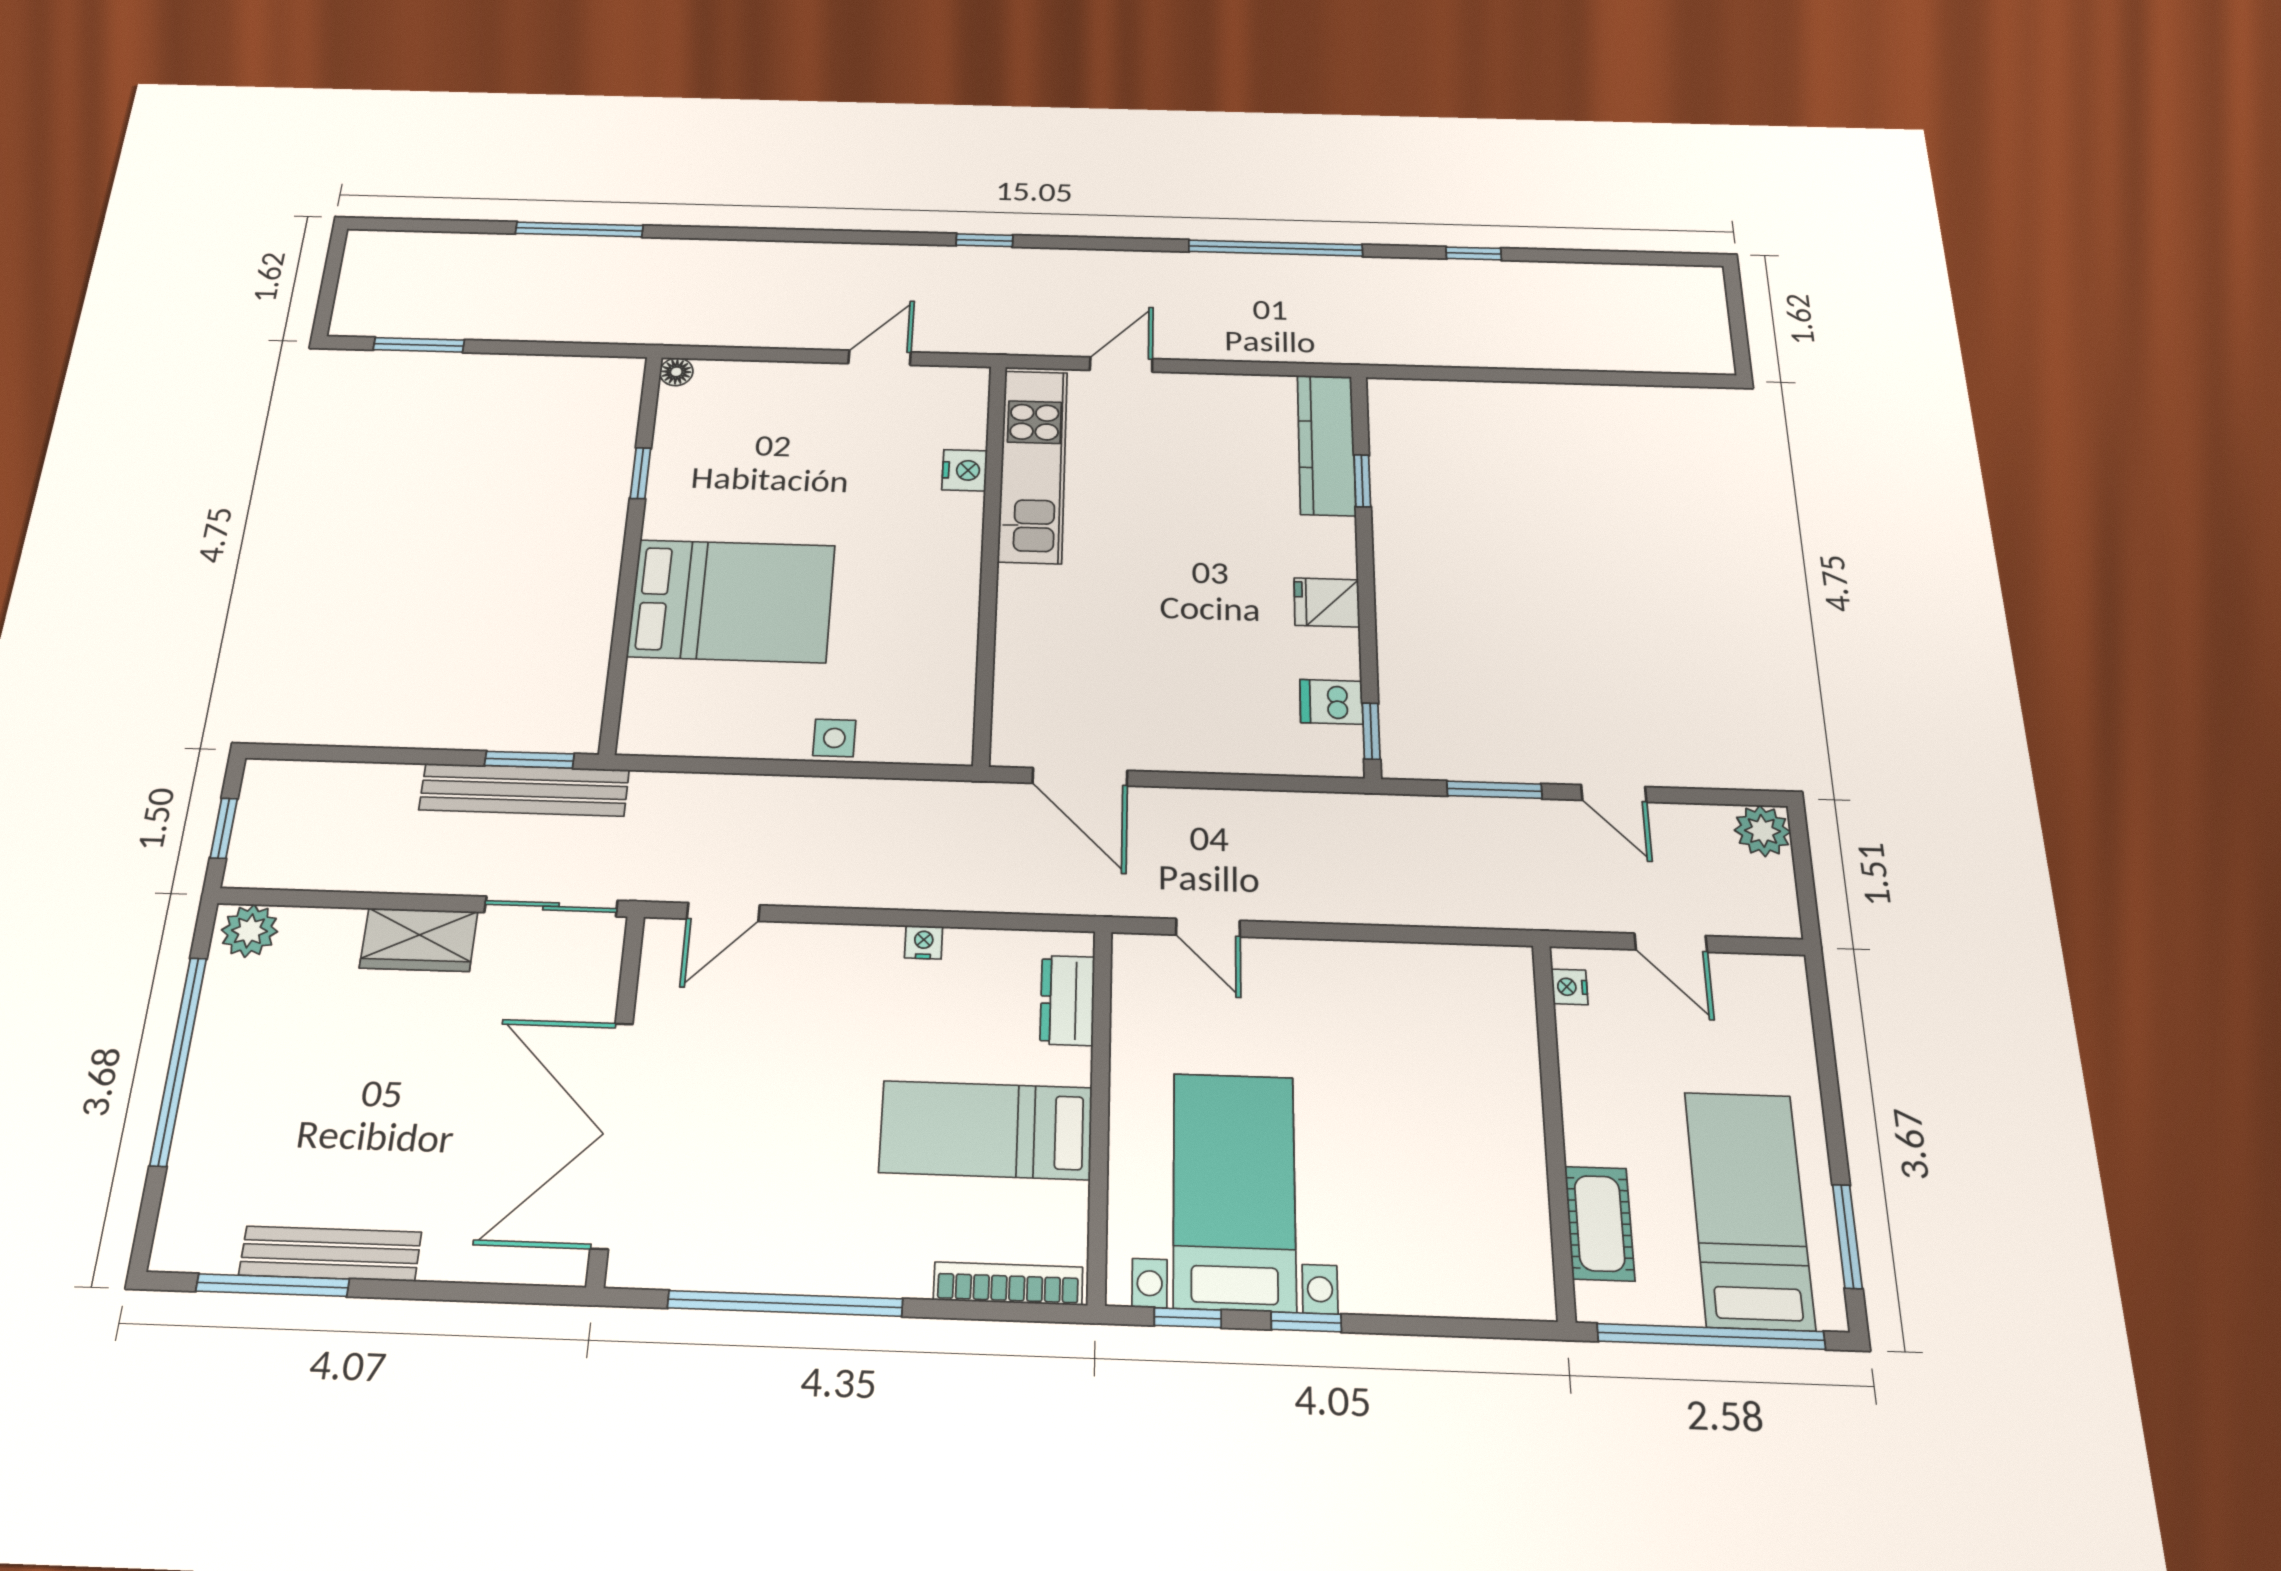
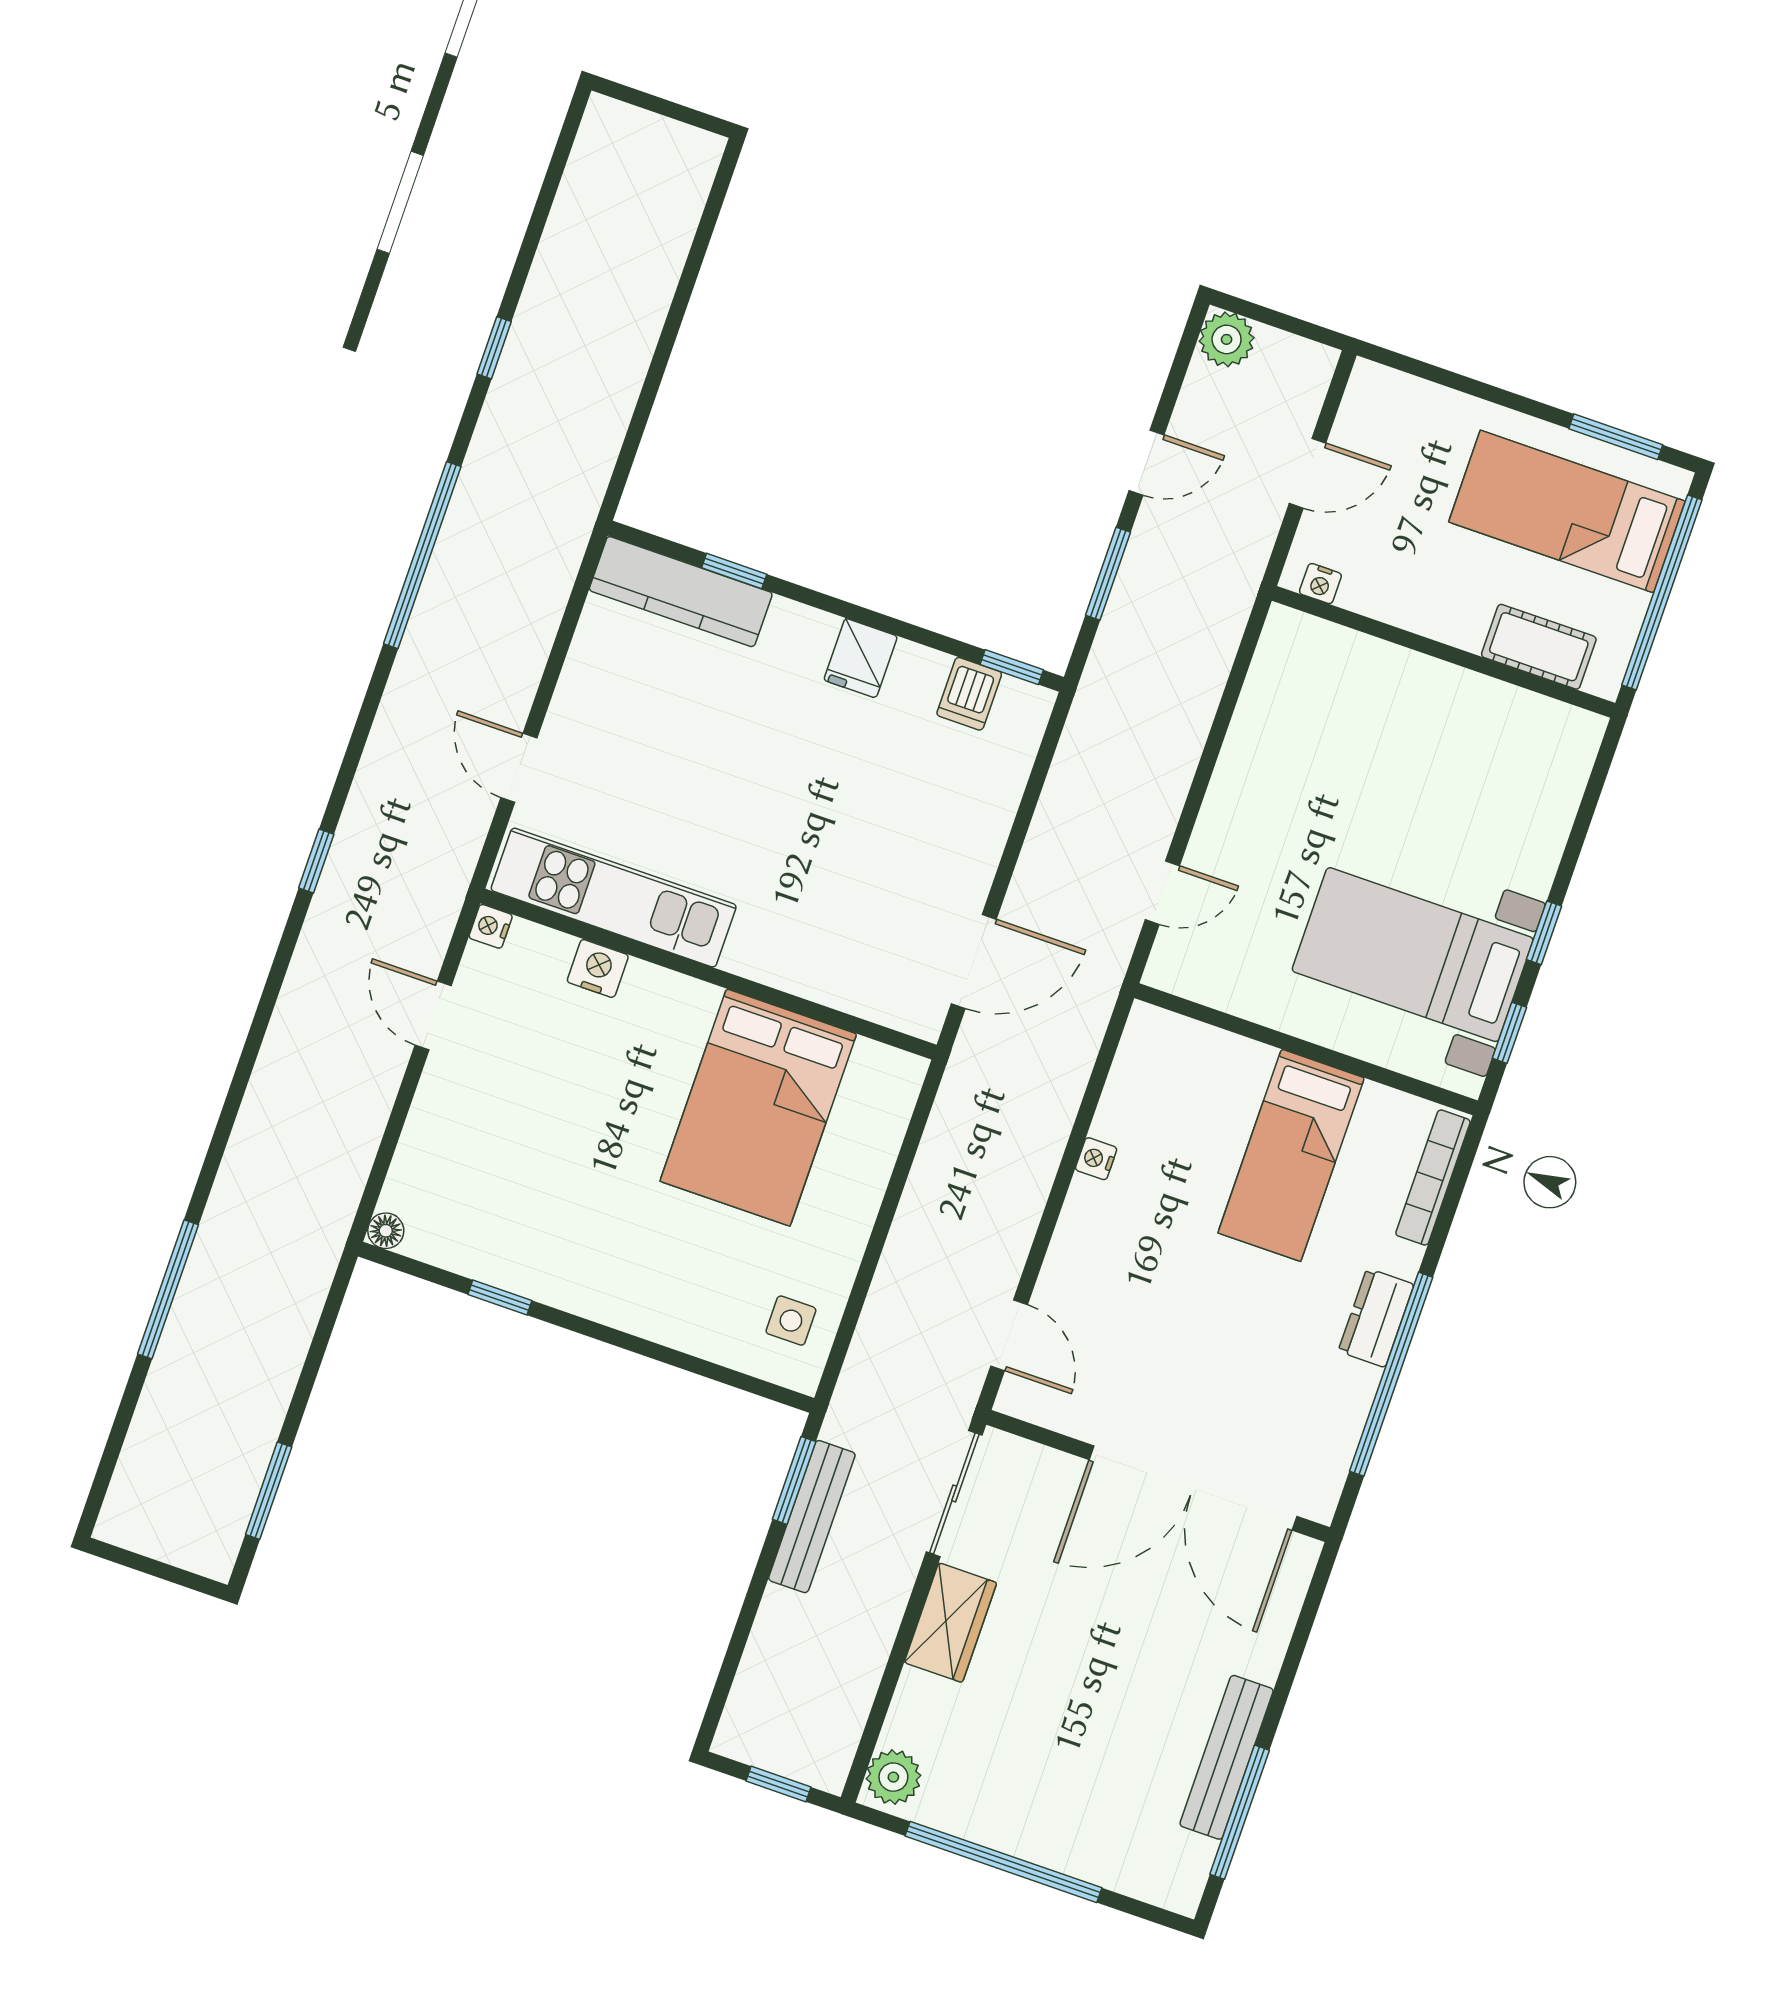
nightstand: (973, 380) -> (491, 926), added
bed: (732, 601) -> (758, 1108), moved, turned 180
side table: (834, 738) -> (791, 1321), moved
bench: (524, 790) -> (812, 1517), width x0.73, depth x0.82
dresser: (1067, 1000) -> (1376, 1318), moved, turned 90

